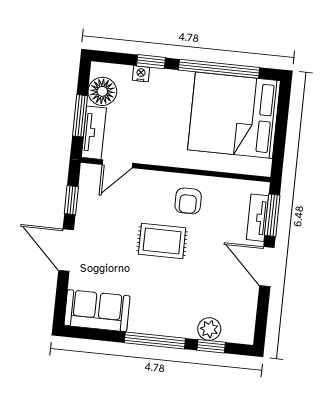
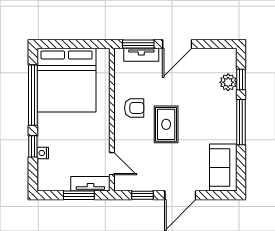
floor lamp: (102, 91) -> (59, 180), removed

